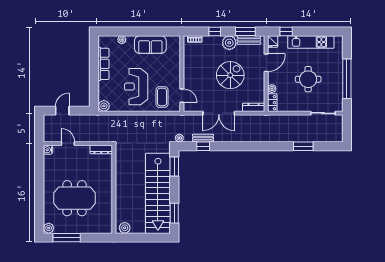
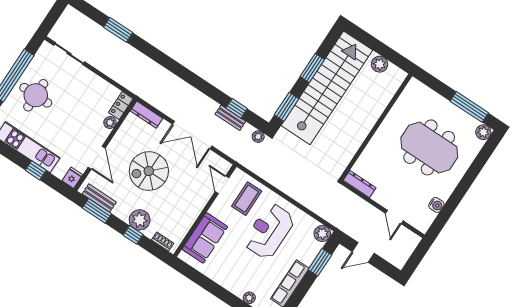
window: (286, 31) -> (36, 170), moved
plant: (229, 43) -> (140, 220), moved
sofa: (150, 45) -> (205, 238), moved, turned 90
door: (266, 63) -> (97, 158), swing flipped
round table: (308, 79) -> (36, 95), moved
reception desk: (136, 87) -> (269, 231), turned 180
window: (94, 88) -> (320, 262), added
door: (62, 111) -> (363, 252), moved
double door: (219, 113) -> (192, 135), swing flipped
water cooler: (48, 150) -> (436, 205), moved
window: (174, 213) -> (312, 68), moved
plant: (125, 228) -> (380, 64), moved

